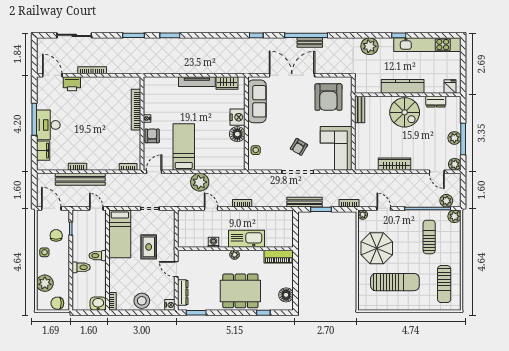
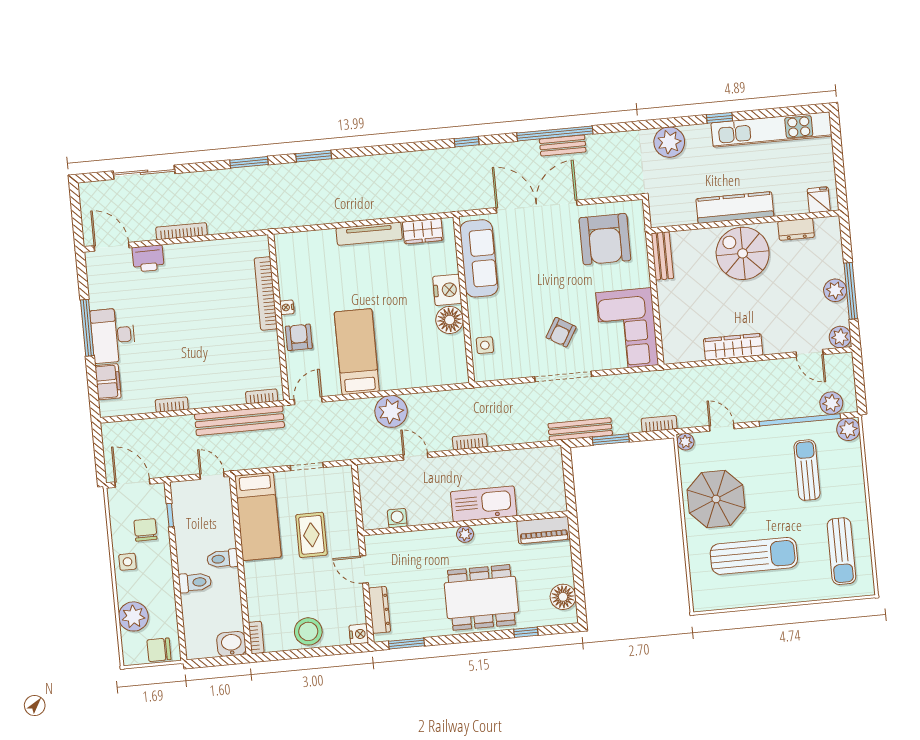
spiral stairs: (405, 112) -> (743, 253), turned 180
bench: (80, 179) -> (239, 421), moved
washing machine: (213, 242) -> (397, 518), moved

